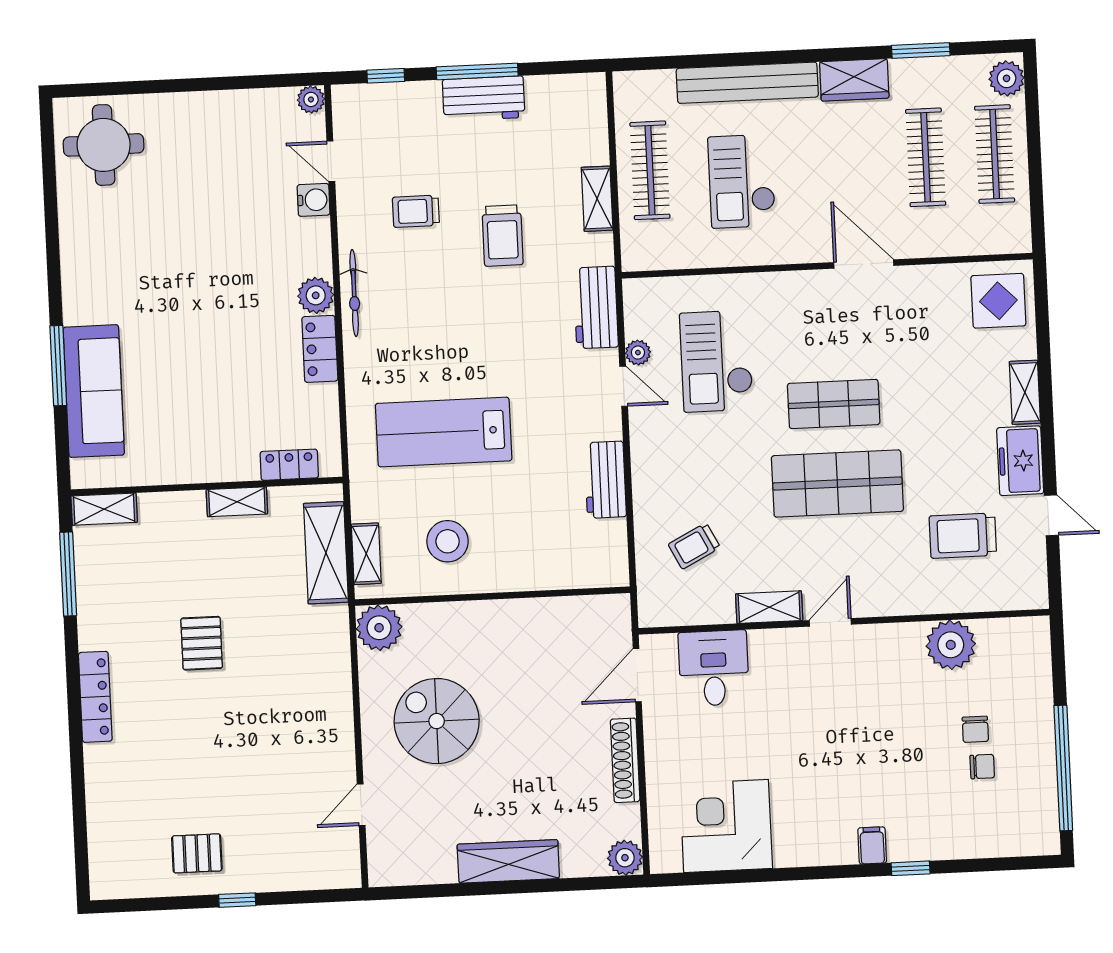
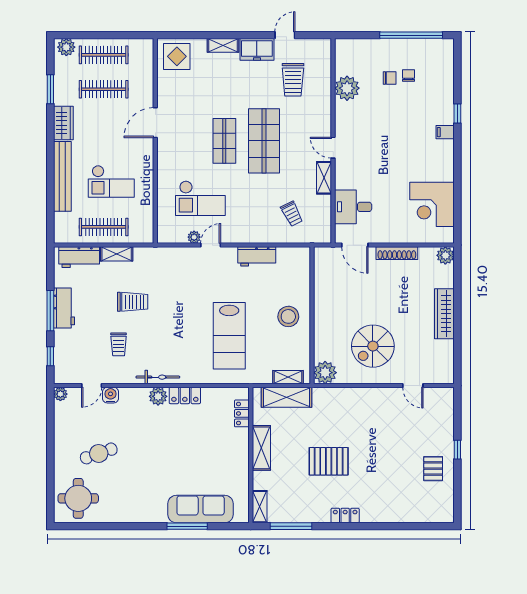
cafe table: (196, 182) -> (99, 453), added
workbench: (596, 308) -> (79, 257), moved
shelving: (237, 502) -> (261, 448), width x1.50, depth x1.33
stool: (448, 541) -> (288, 316), moved
pallet: (202, 643) -> (329, 461), width x1.50, depth x1.42
locker: (95, 697) -> (345, 515), width x0.66

